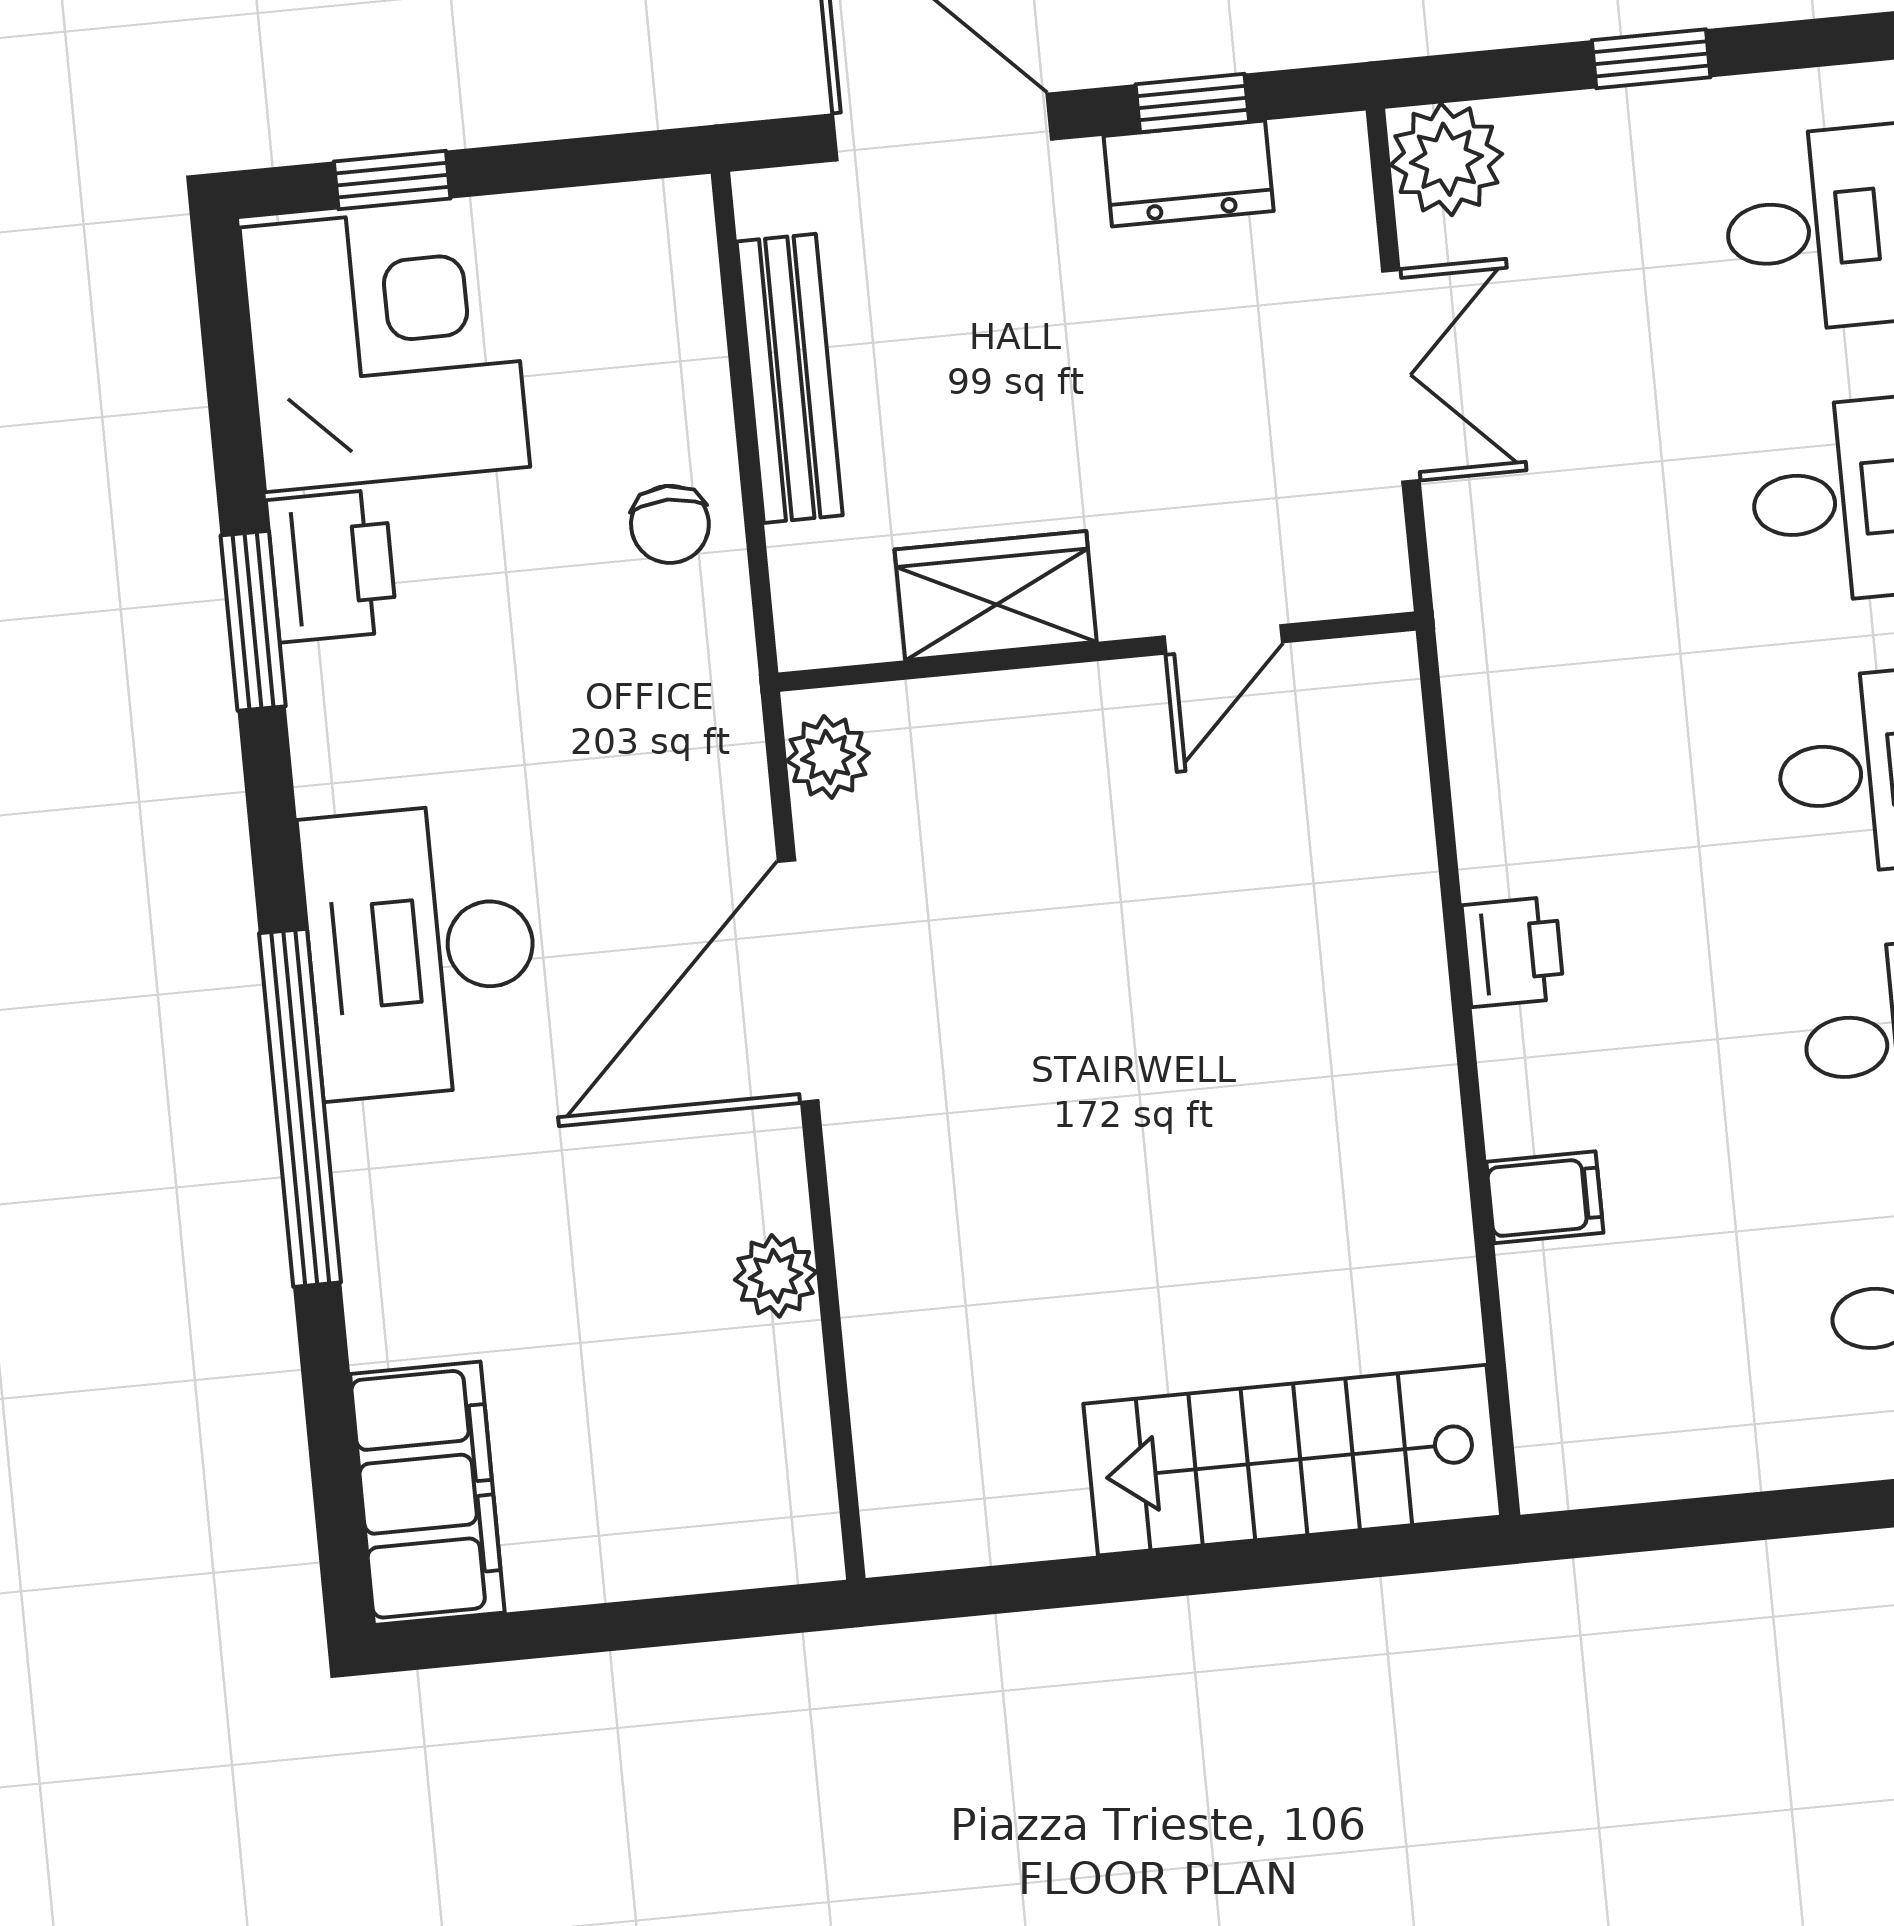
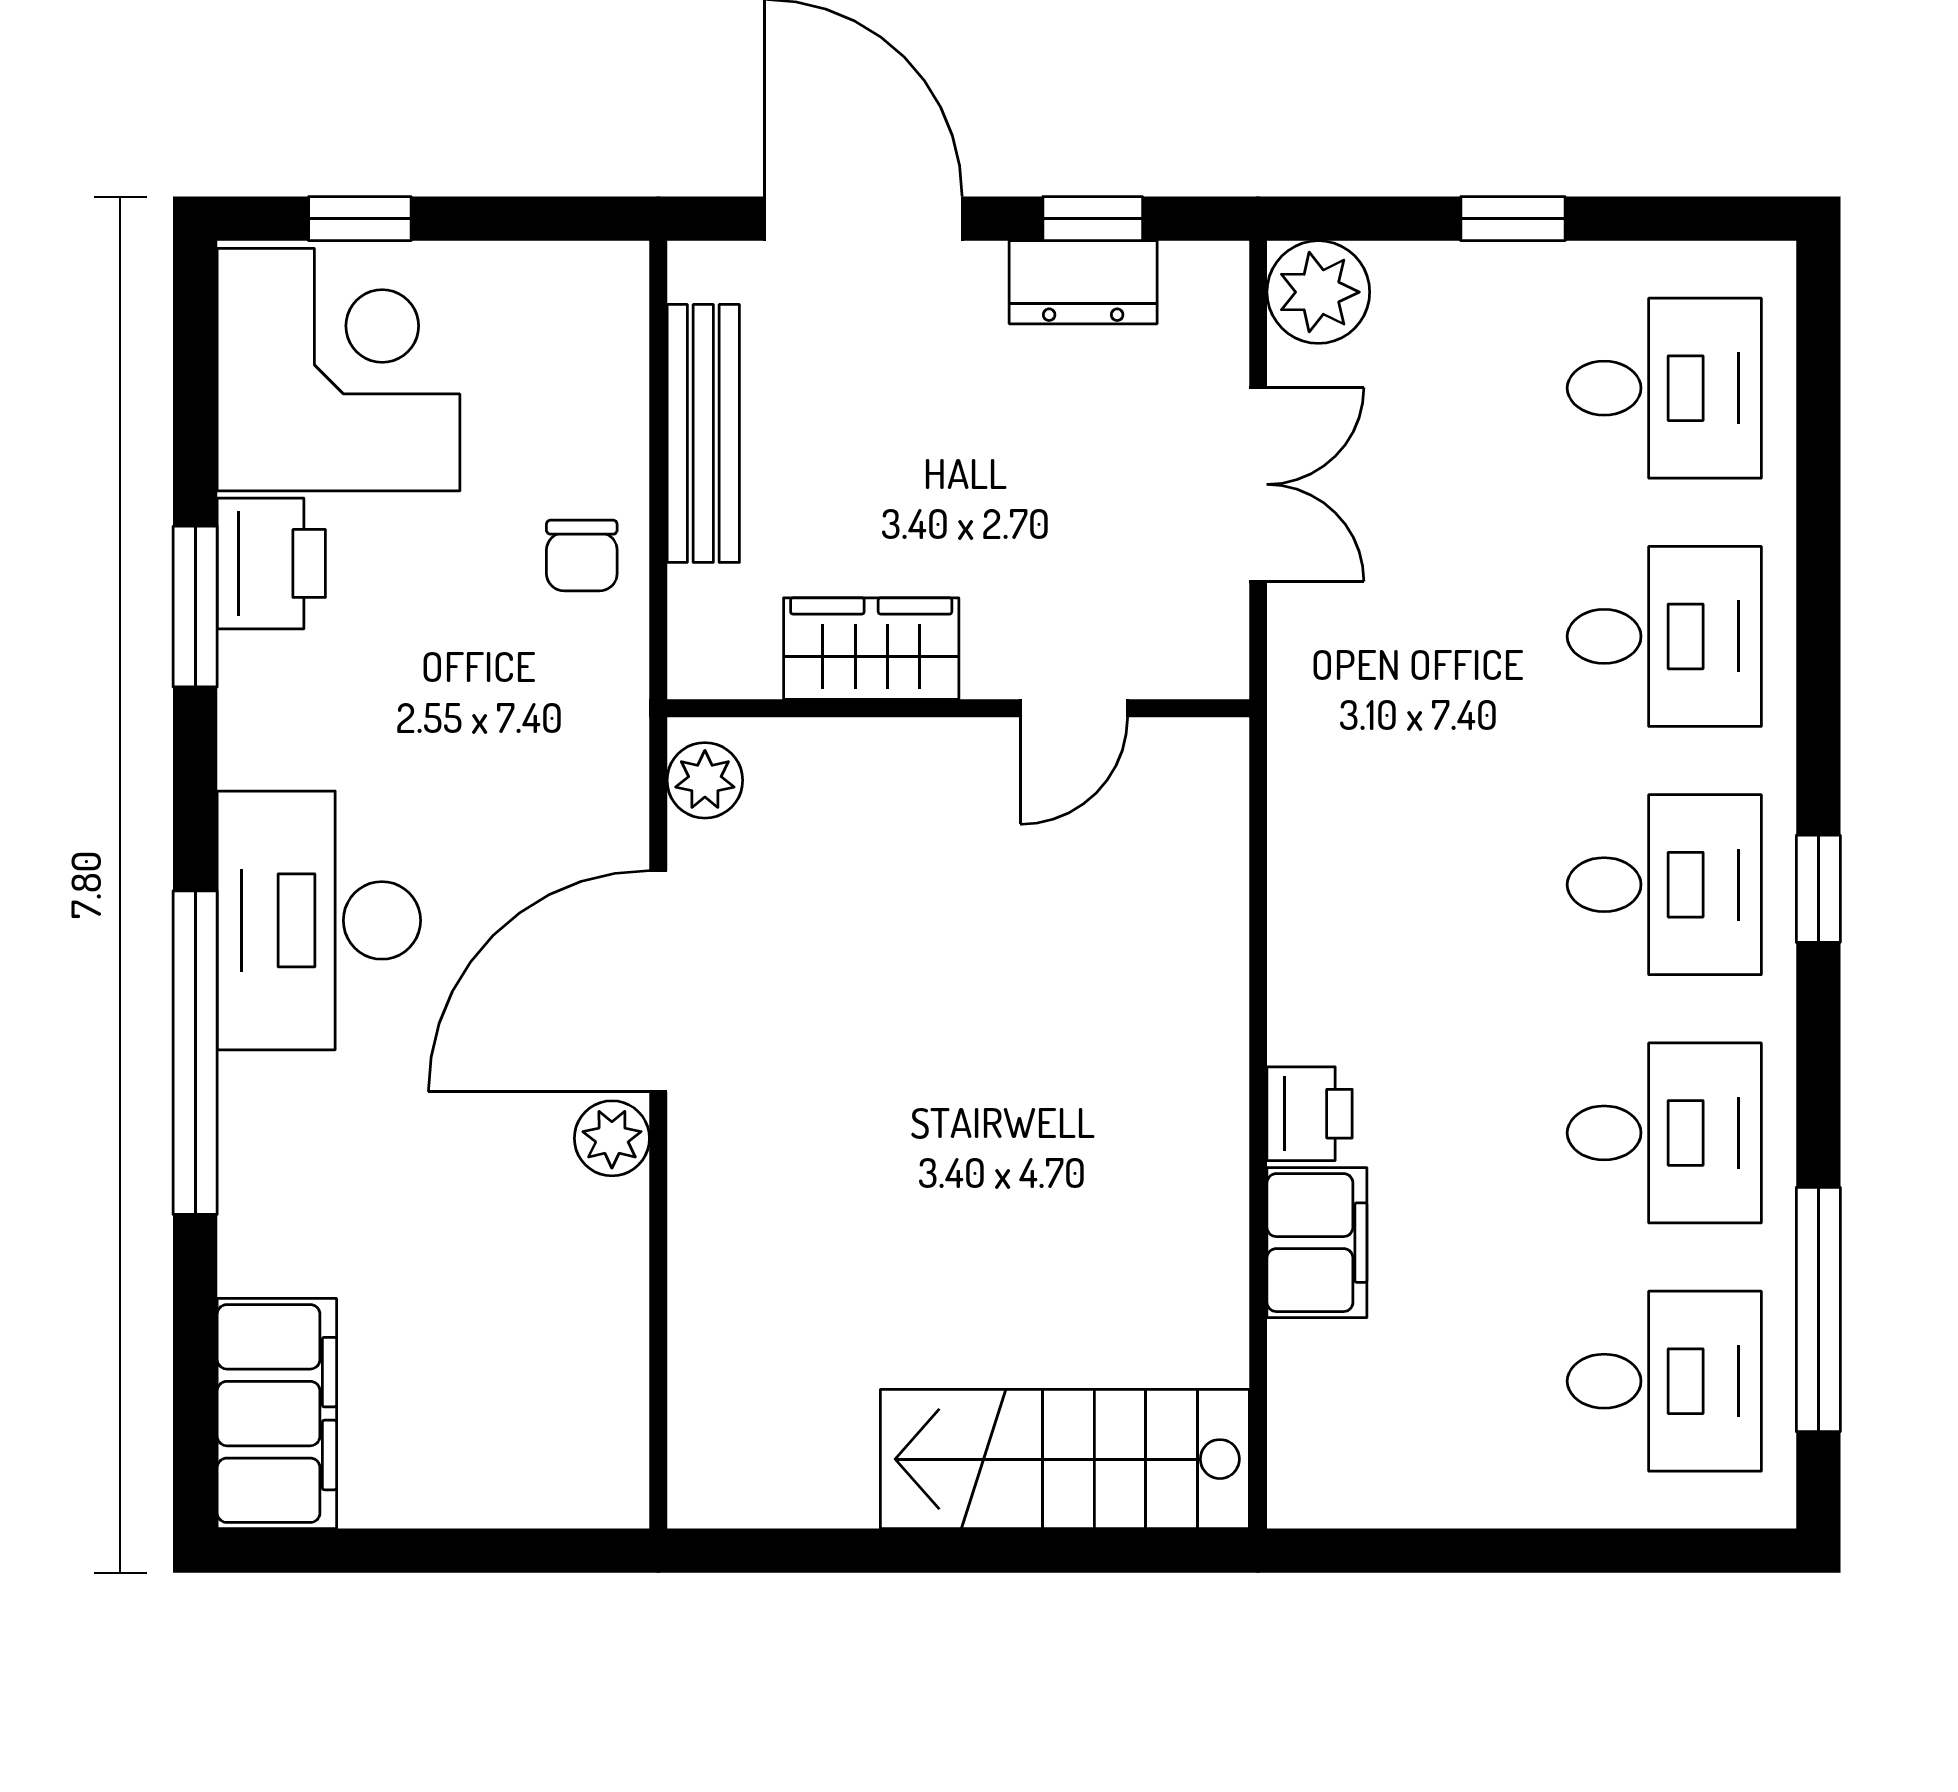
printer: (1513, 952) -> (1310, 1114), moved
filing cabinet: (1545, 1197) -> (1317, 1243), width x2.00
plant: (776, 1276) -> (612, 1138), moved

